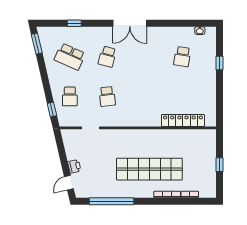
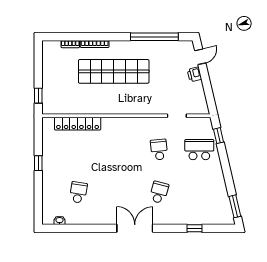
school desk: (70, 57) -> (199, 192), removed
window: (220, 63) -> (38, 163), moved
school desk: (70, 96) -> (199, 150), width x1.85
window: (220, 165) -> (38, 96), moved

